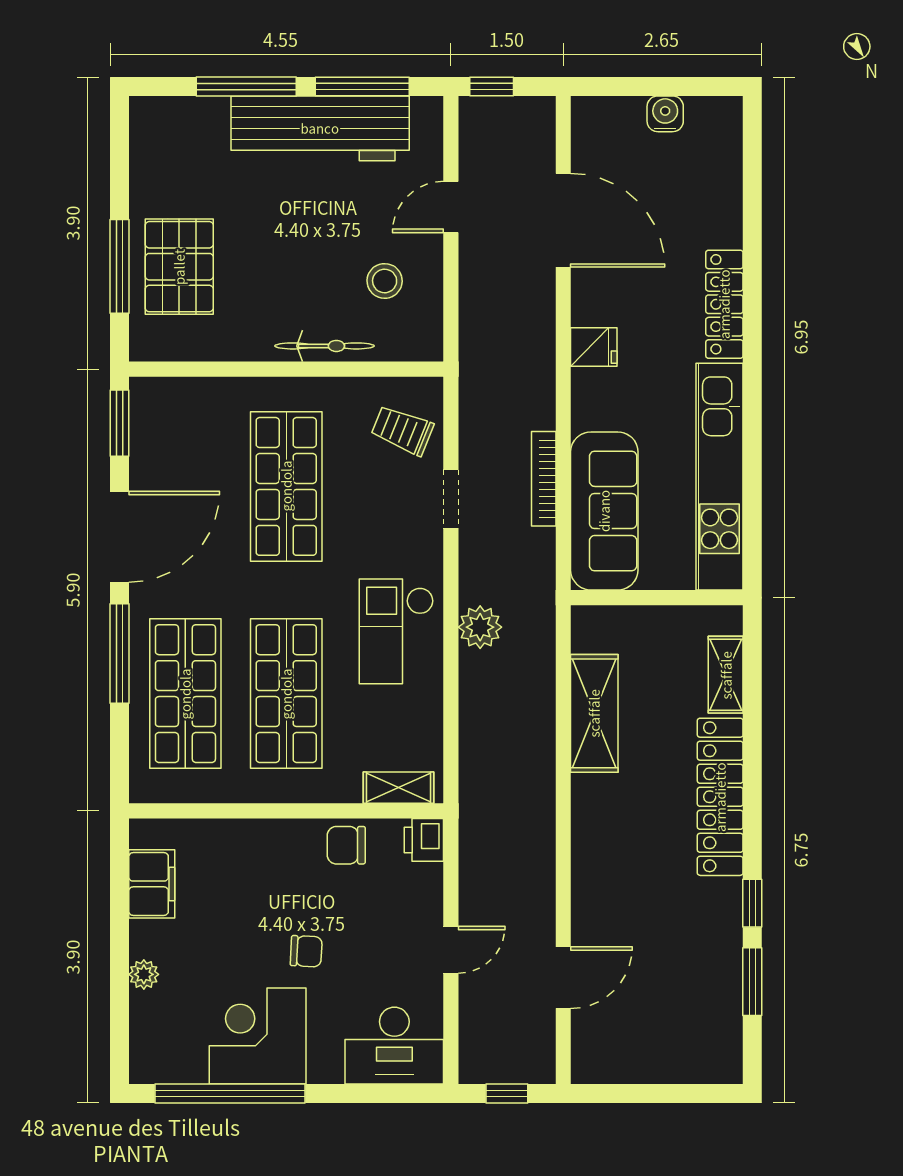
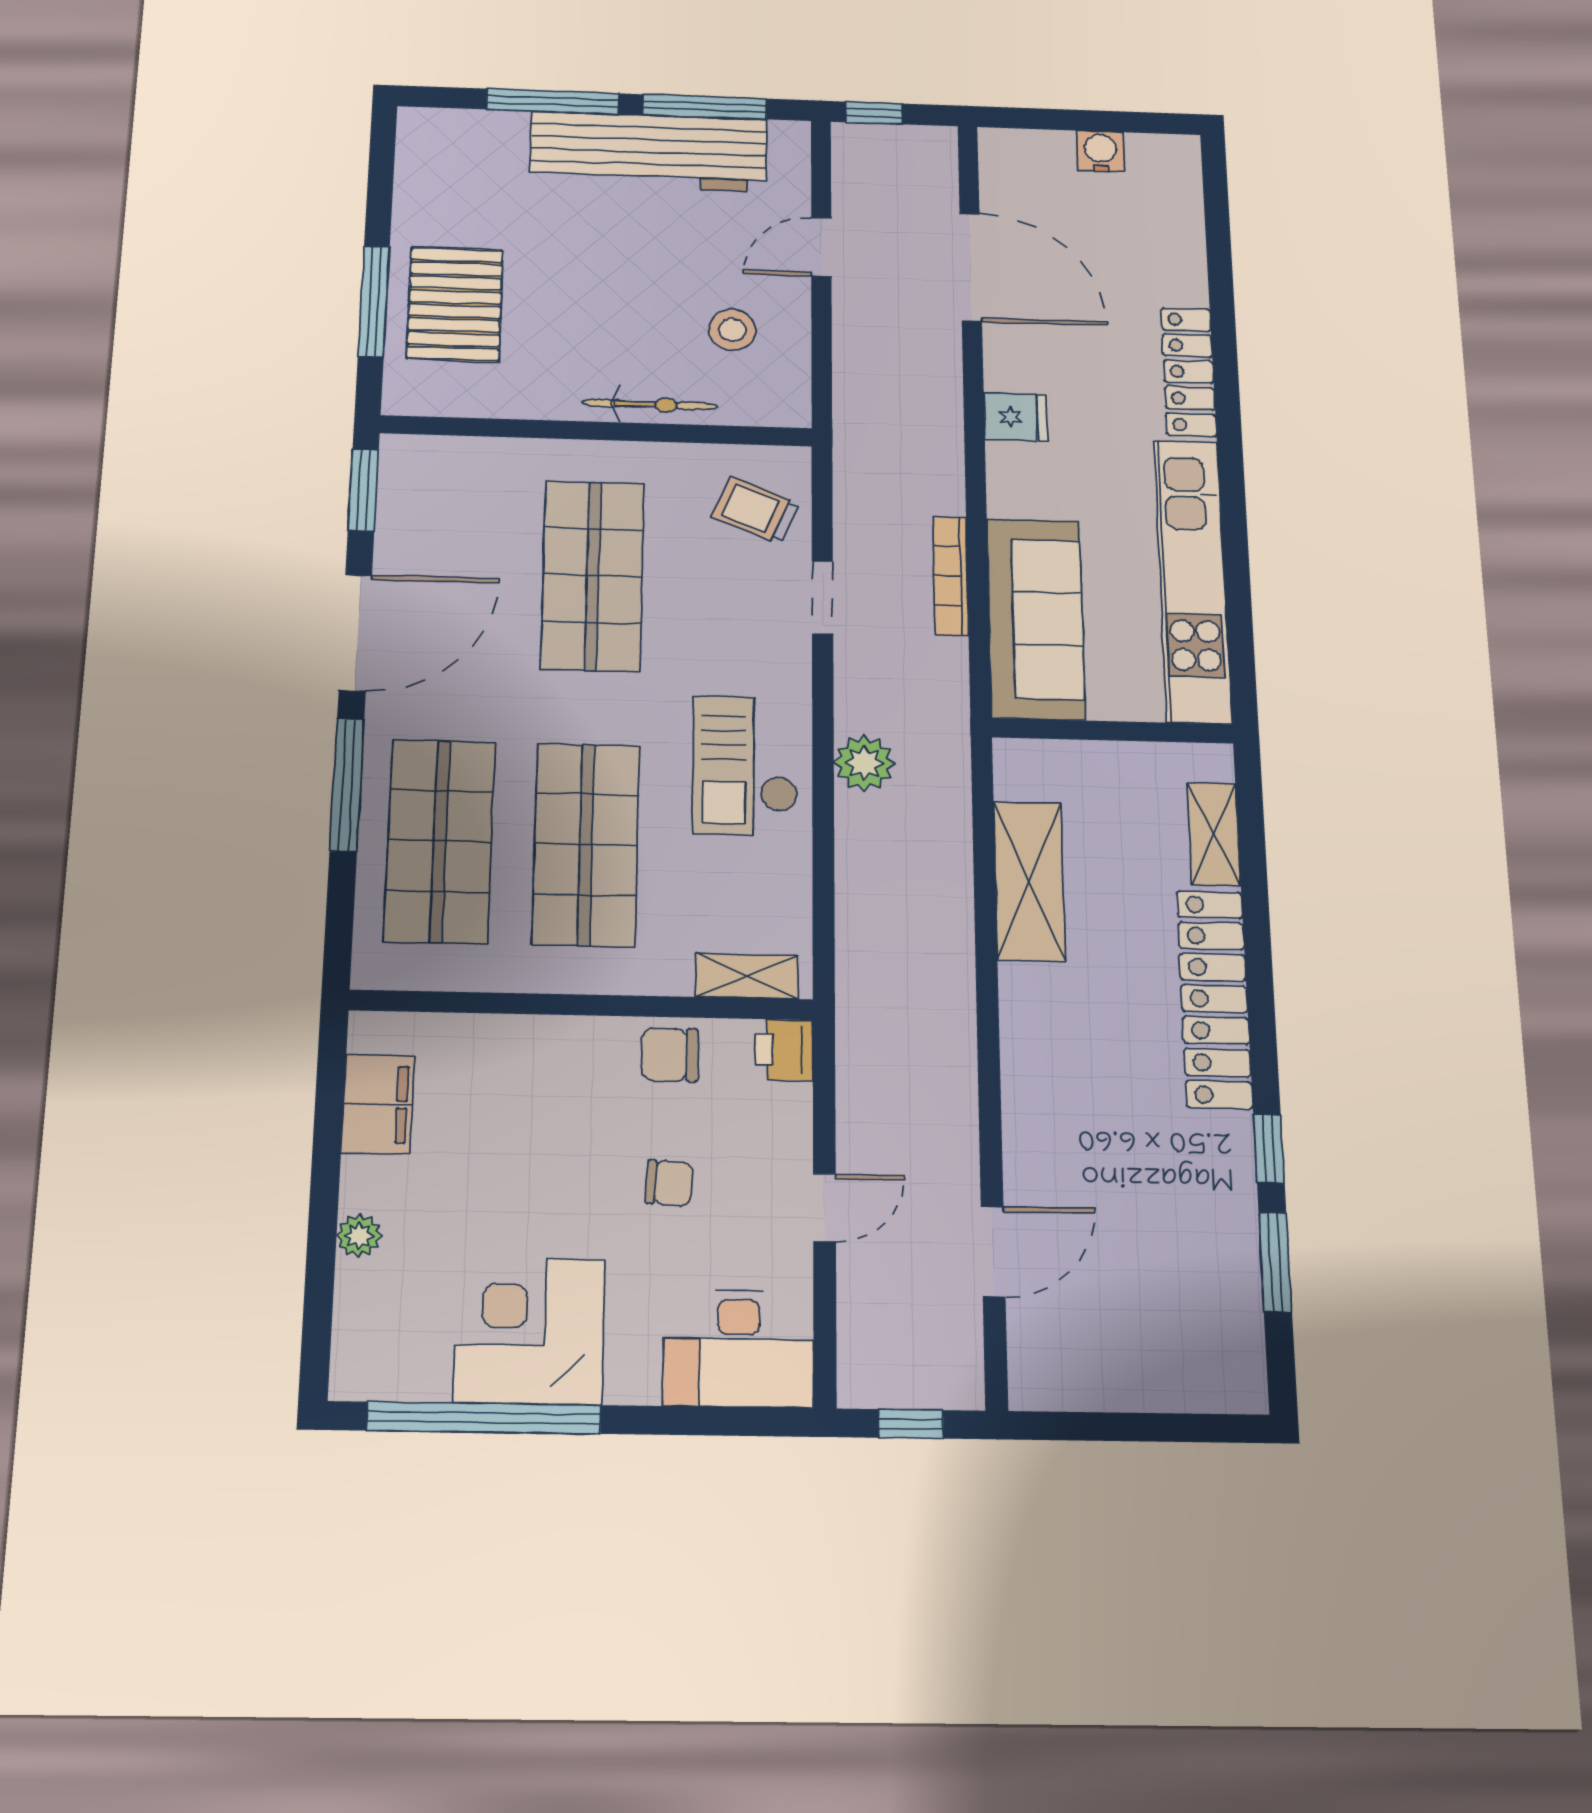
chair: (306, 951) -> (669, 1183), moved

